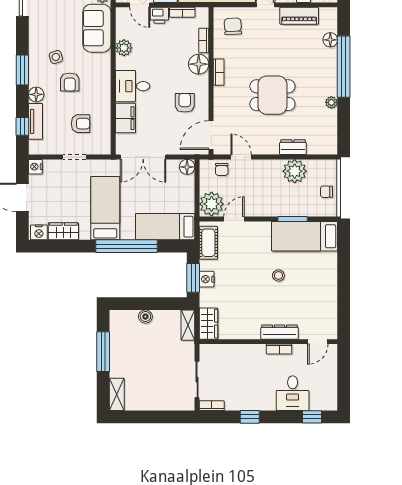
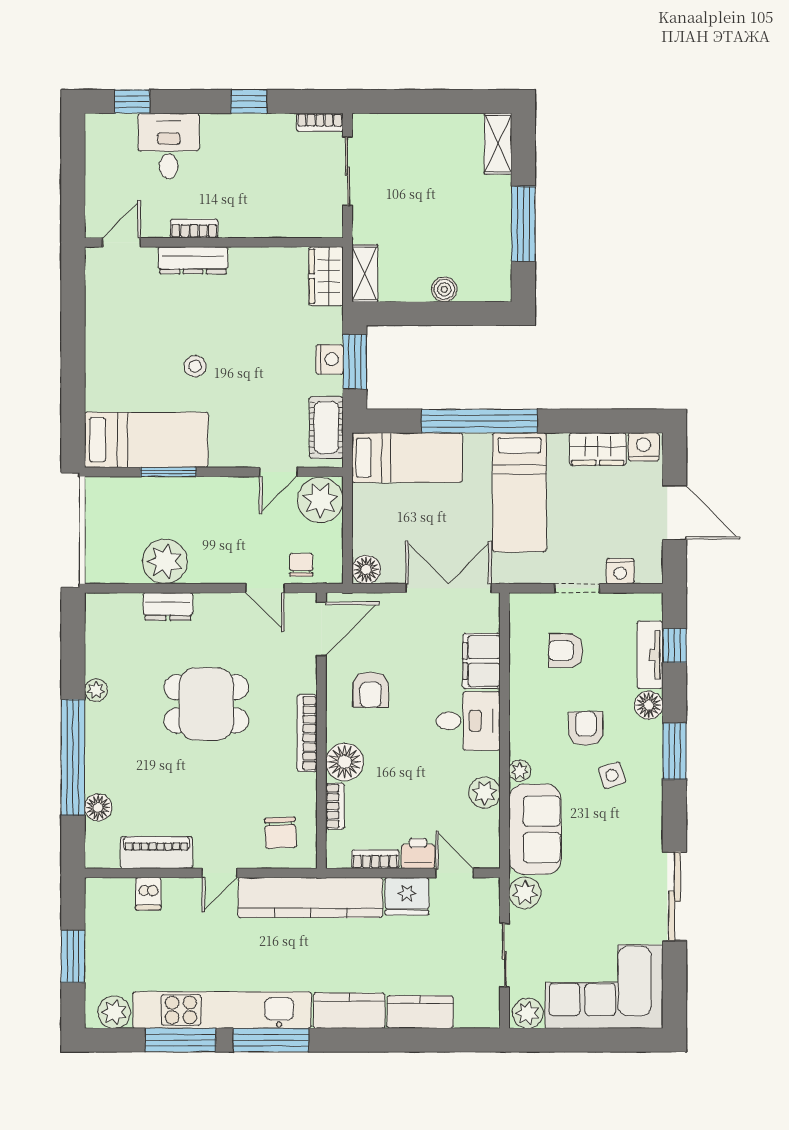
plant: (105, 59) -> (520, 771), added
bookcase: (219, 72) -> (307, 733), width x1.56
nightstand: (35, 167) -> (620, 571), moved, turned 90
chair: (326, 192) -> (105, 523), removed

